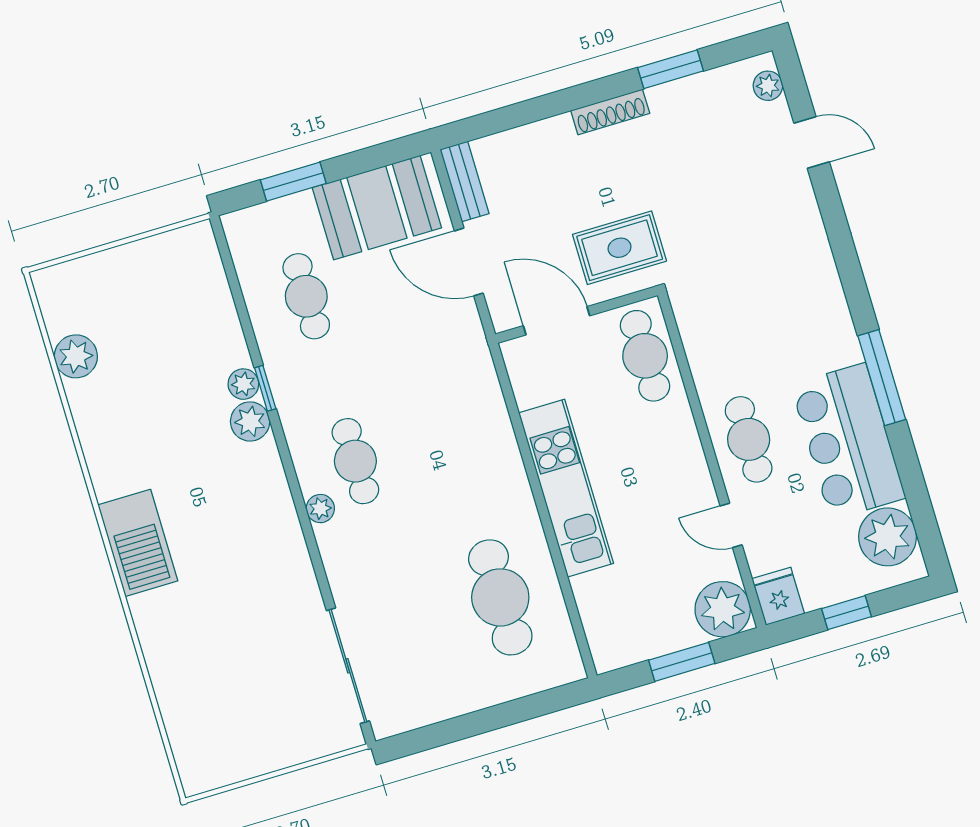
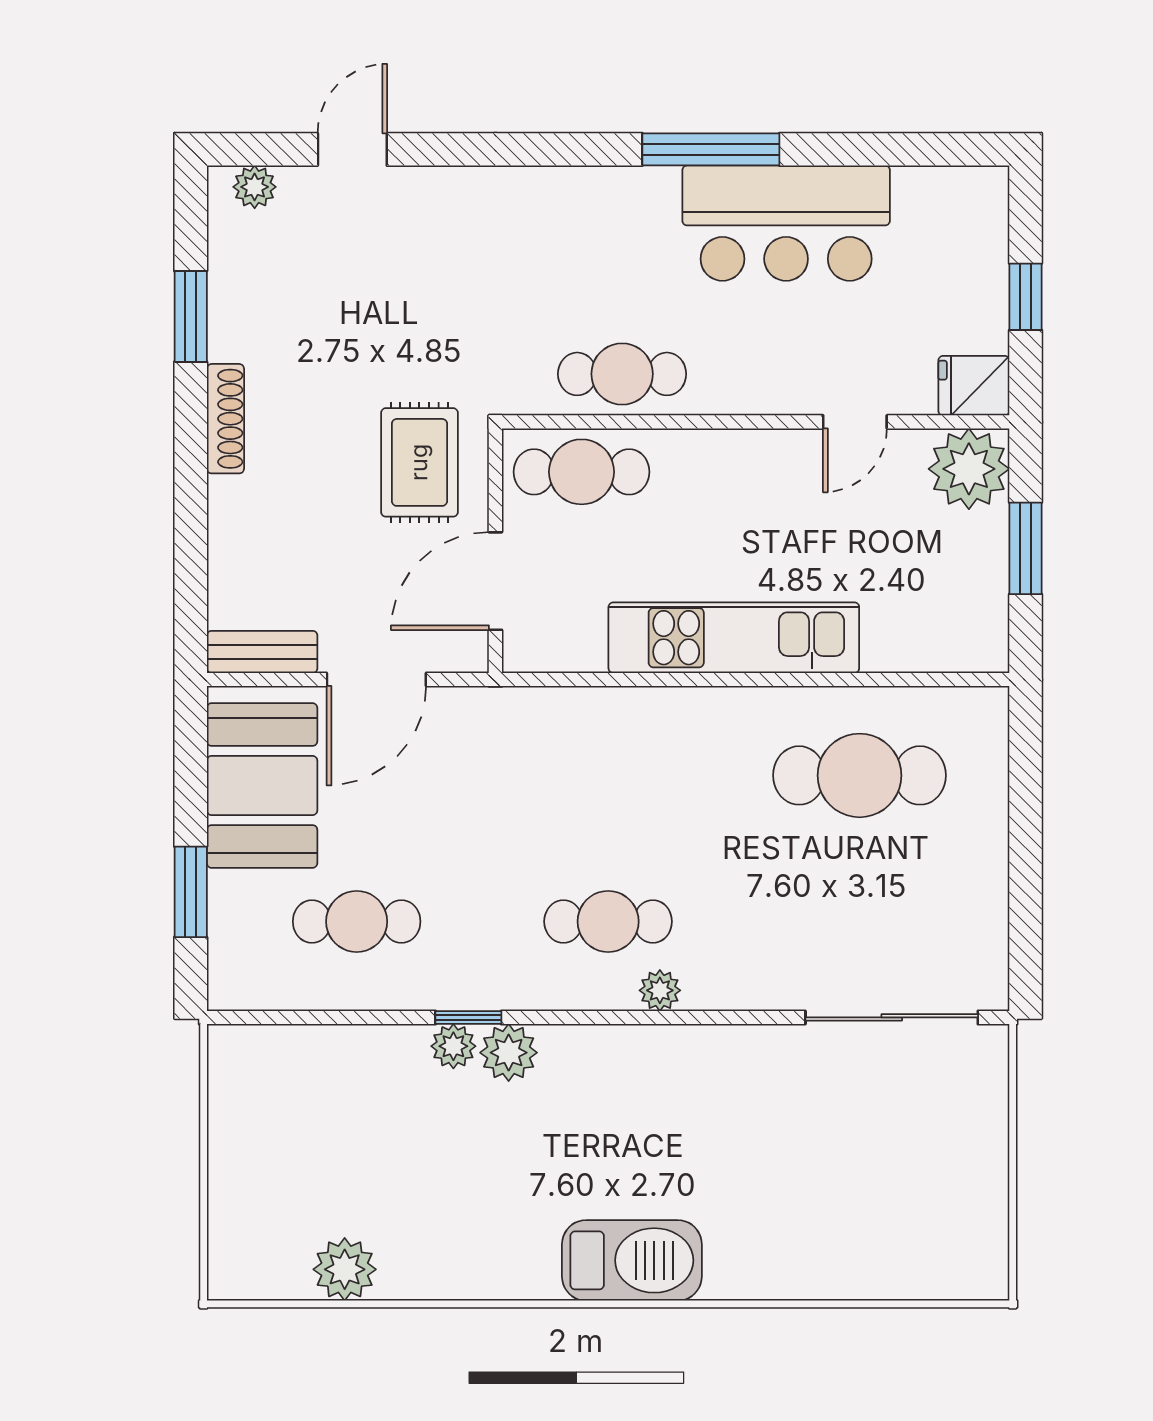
cafe table: (749, 439) -> (622, 374), moved
plant: (888, 537) -> (936, 208), removed

